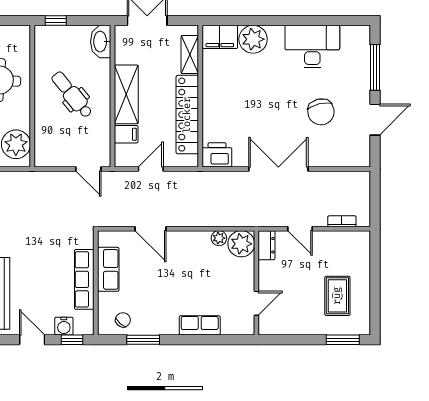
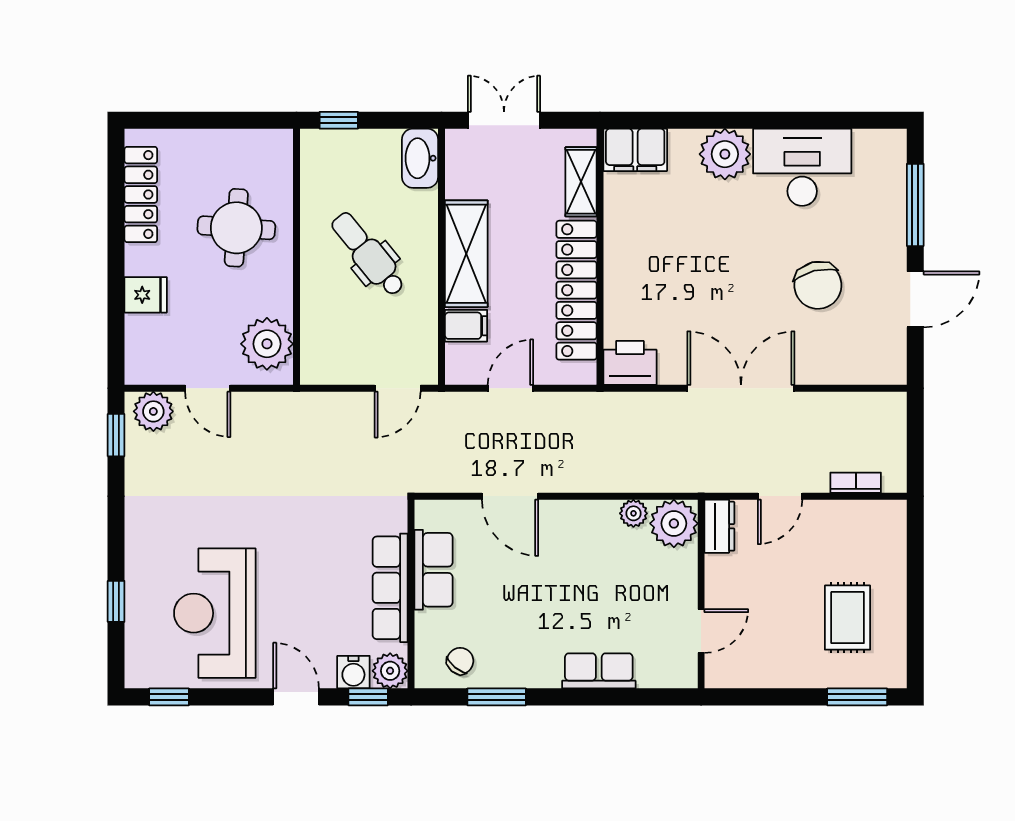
plant: (253, 39) -> (725, 154), moved
door: (88, 169) -> (398, 388), hinge flipped
door: (300, 229) -> (780, 496), hinge flipped
plant: (84, 325) -> (390, 671), added

